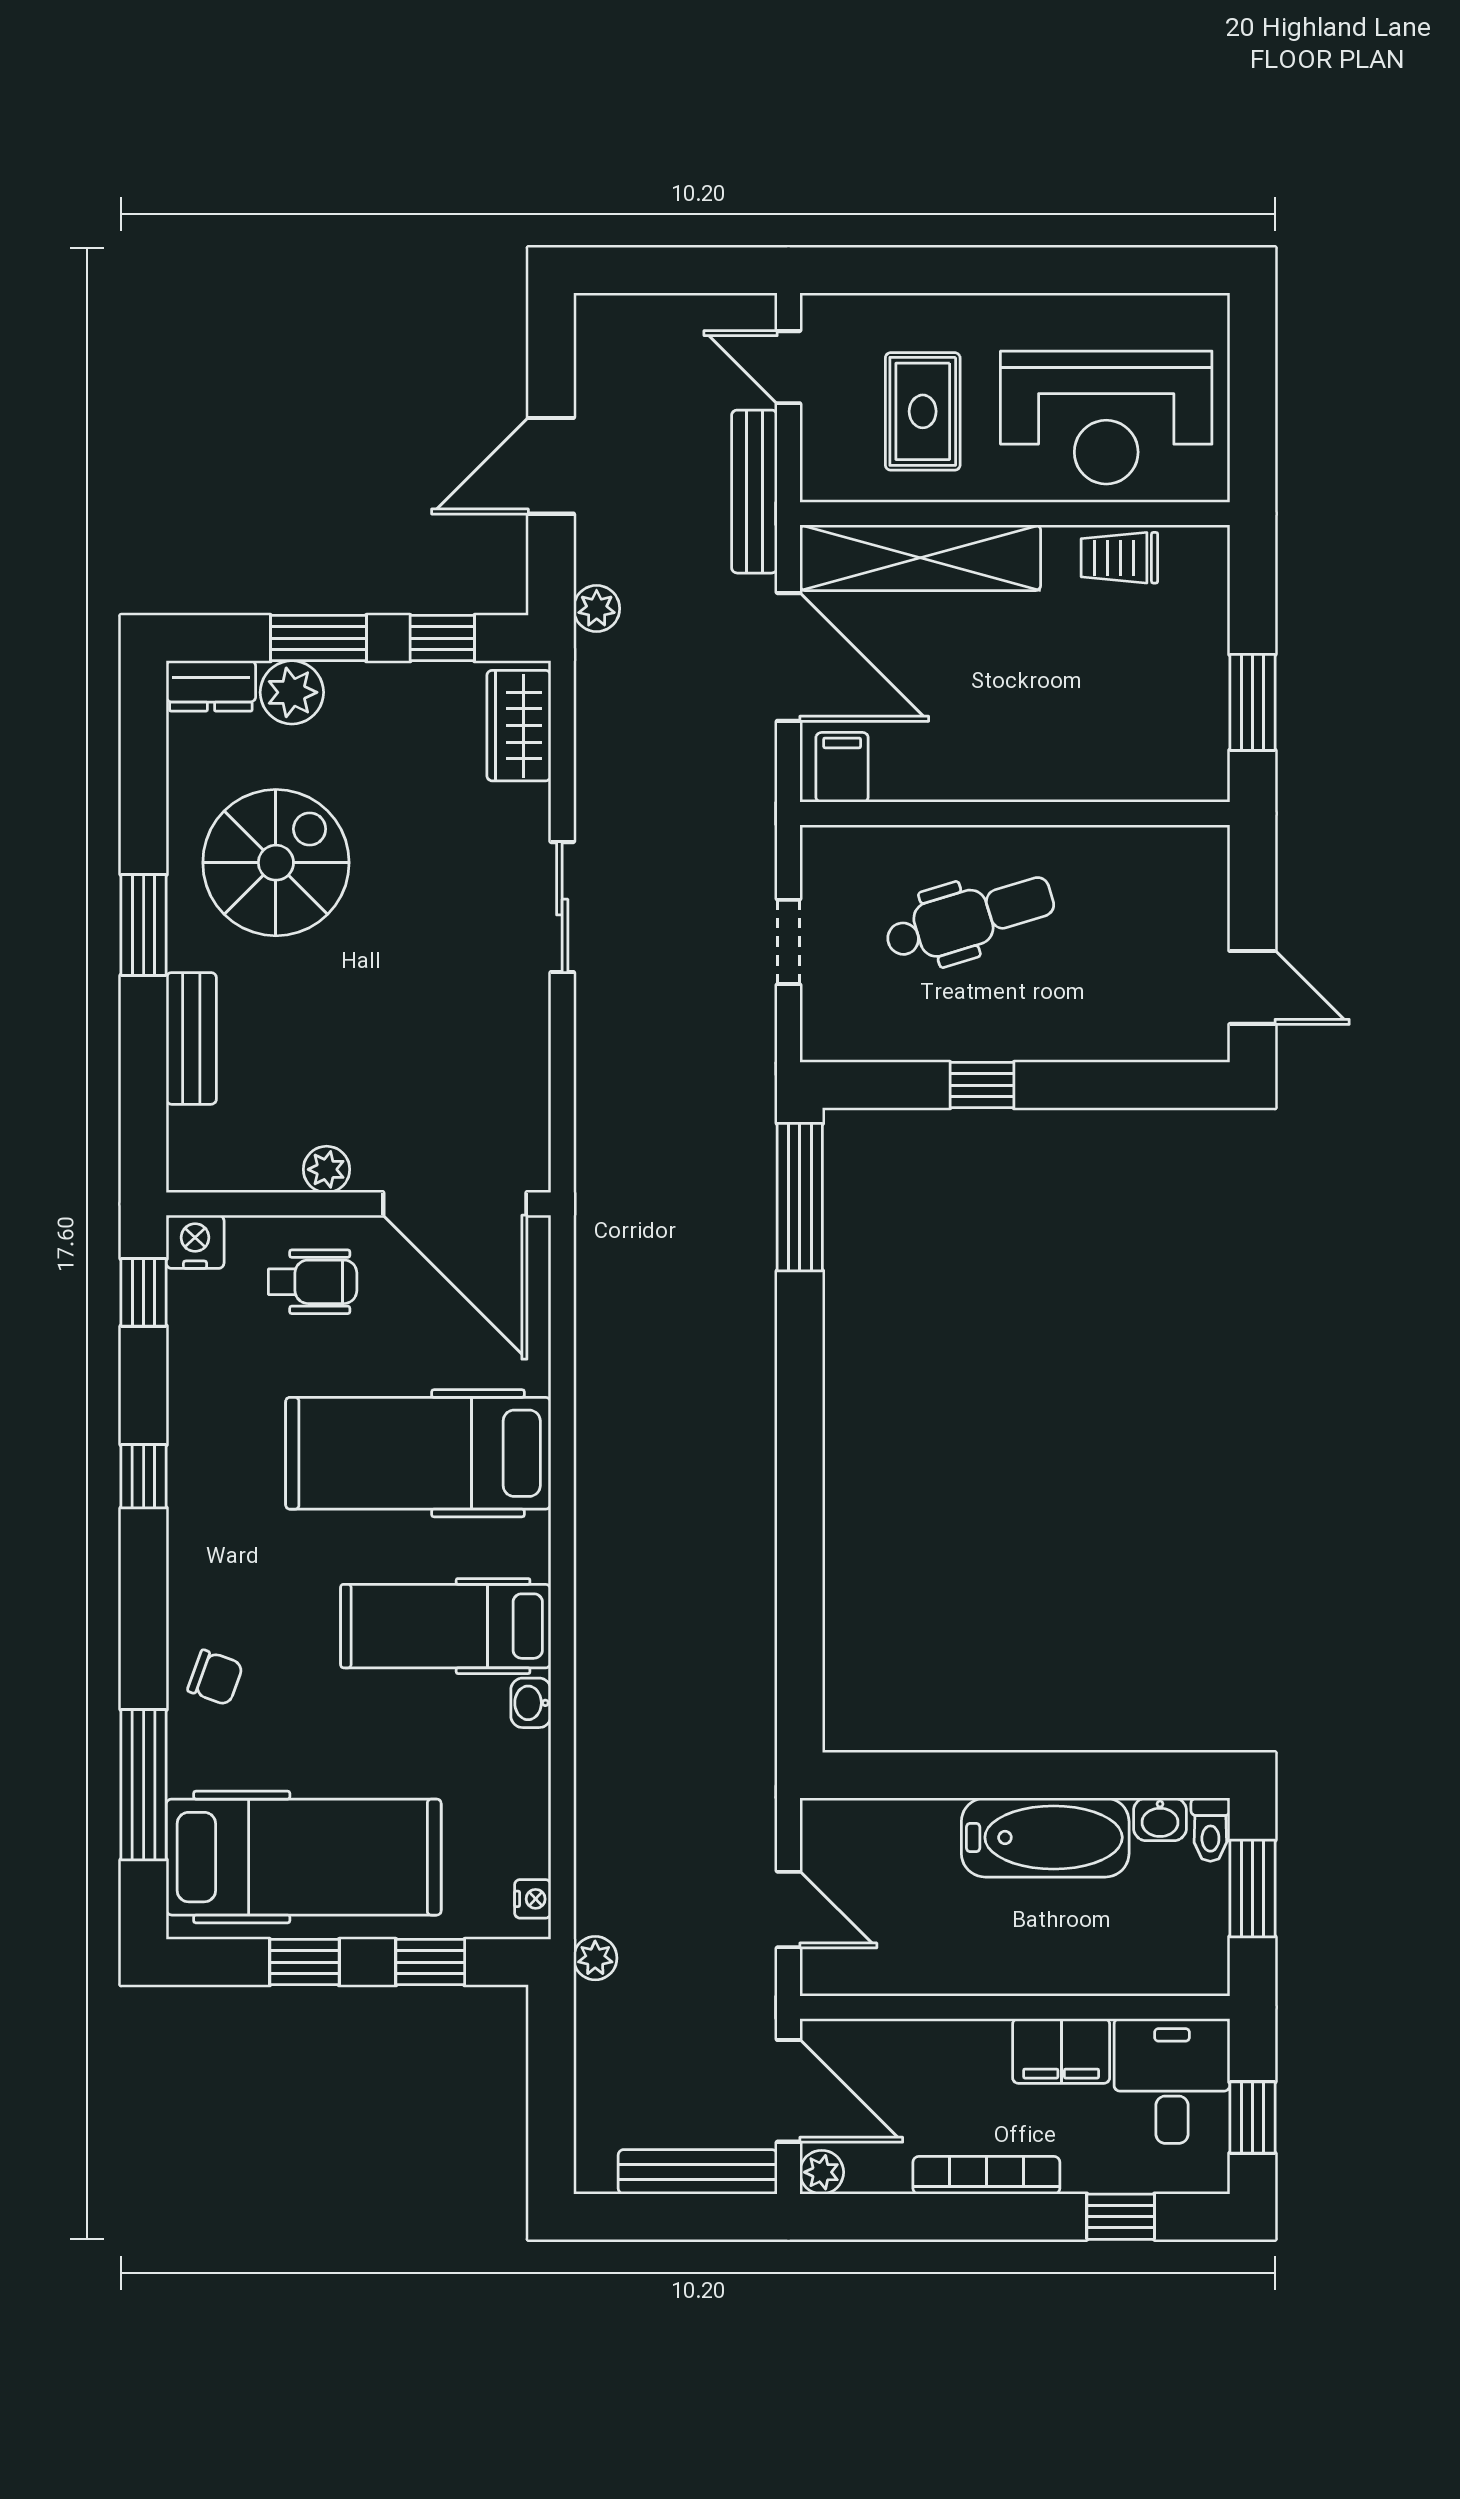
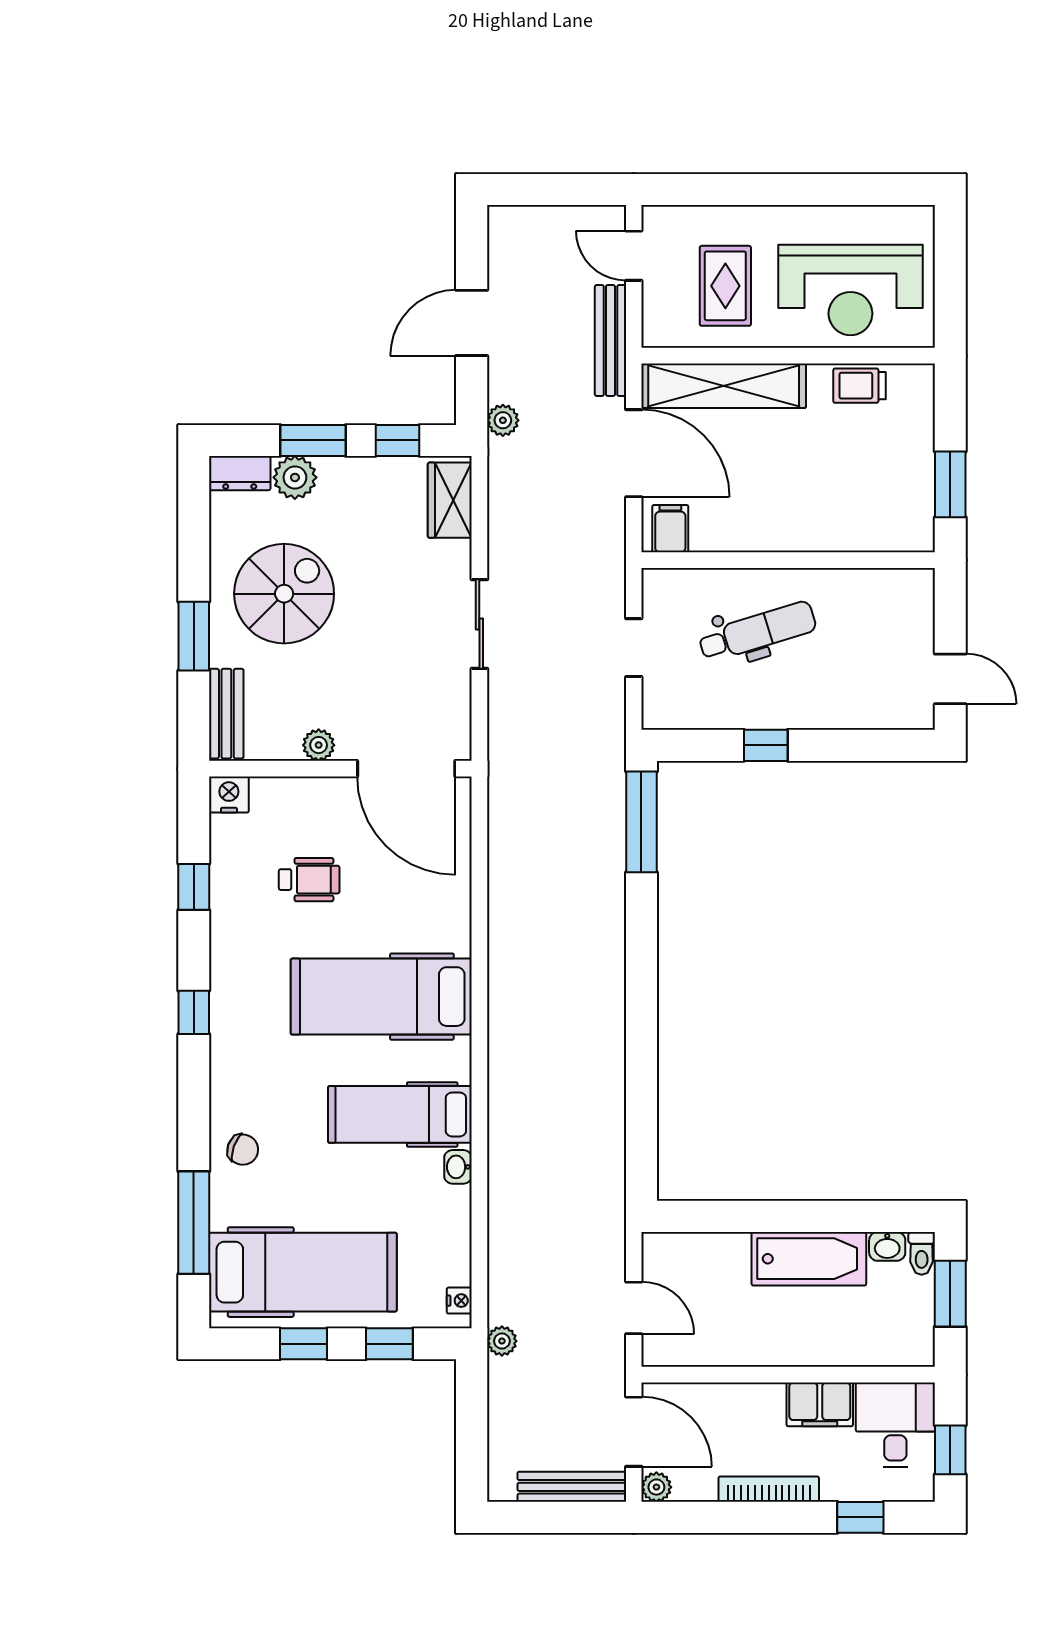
plant: (327, 1169) -> (319, 745), moved
wall: (359, 1204) -> (340, 769), moved
door: (455, 1204) -> (406, 769), moved
nightstand: (195, 1242) -> (229, 794), moved

